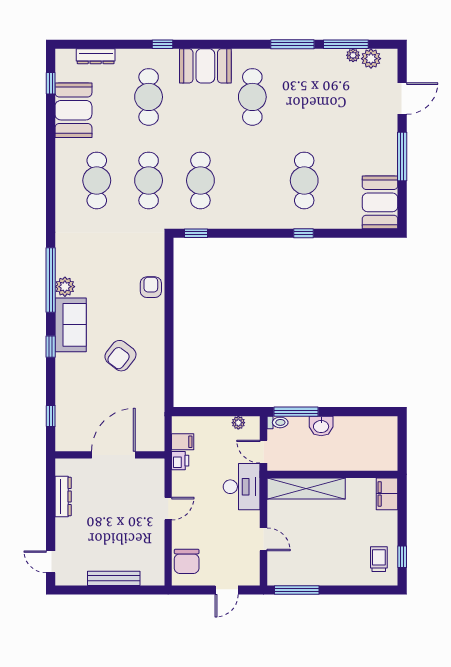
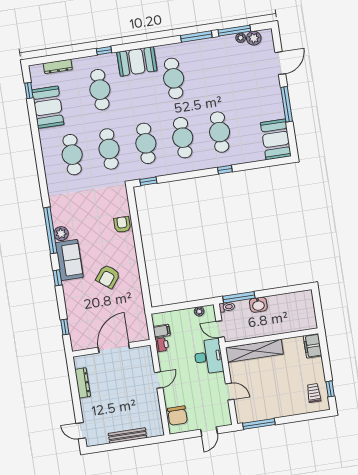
cafe table: (252, 180) -> (183, 138), added

